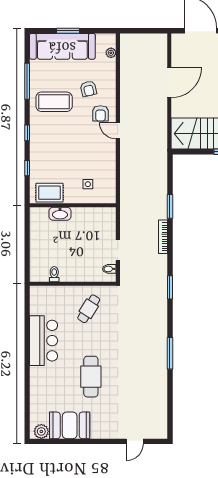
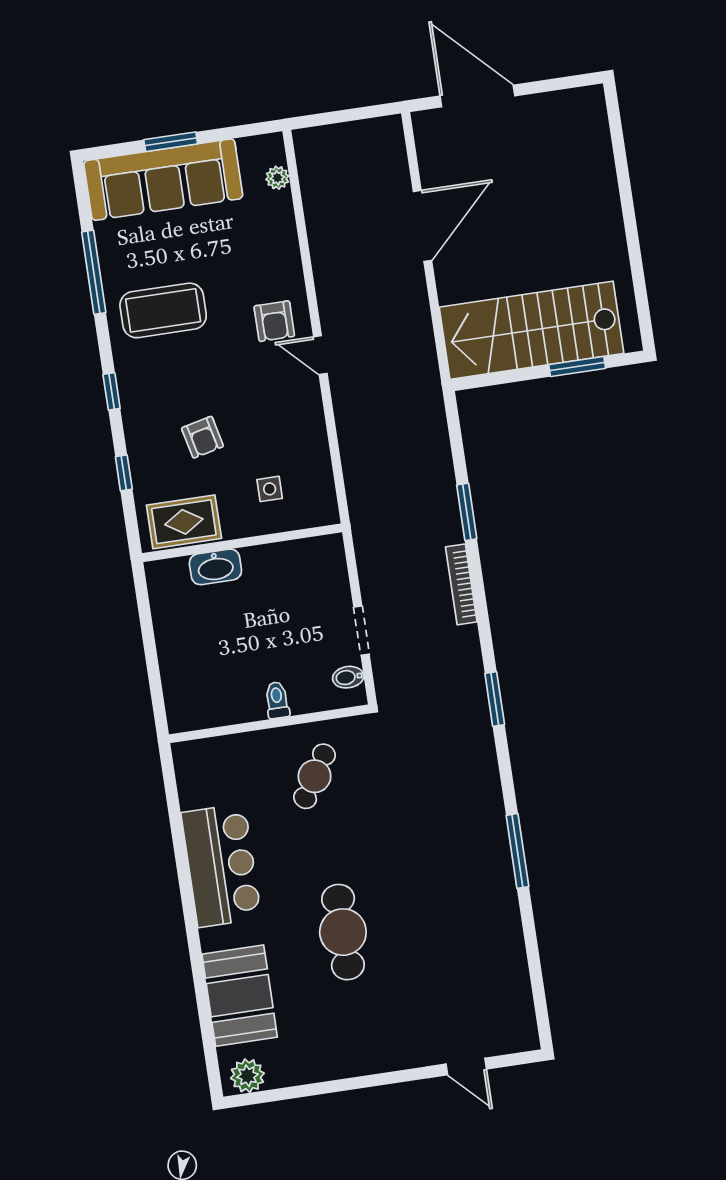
armchair: (88, 89) -> (202, 437), moved
toilet: (54, 274) -> (277, 700), moved
booth: (70, 425) -> (240, 996), moved, turned 90
door: (135, 441) -> (466, 1066), hinge flipped

